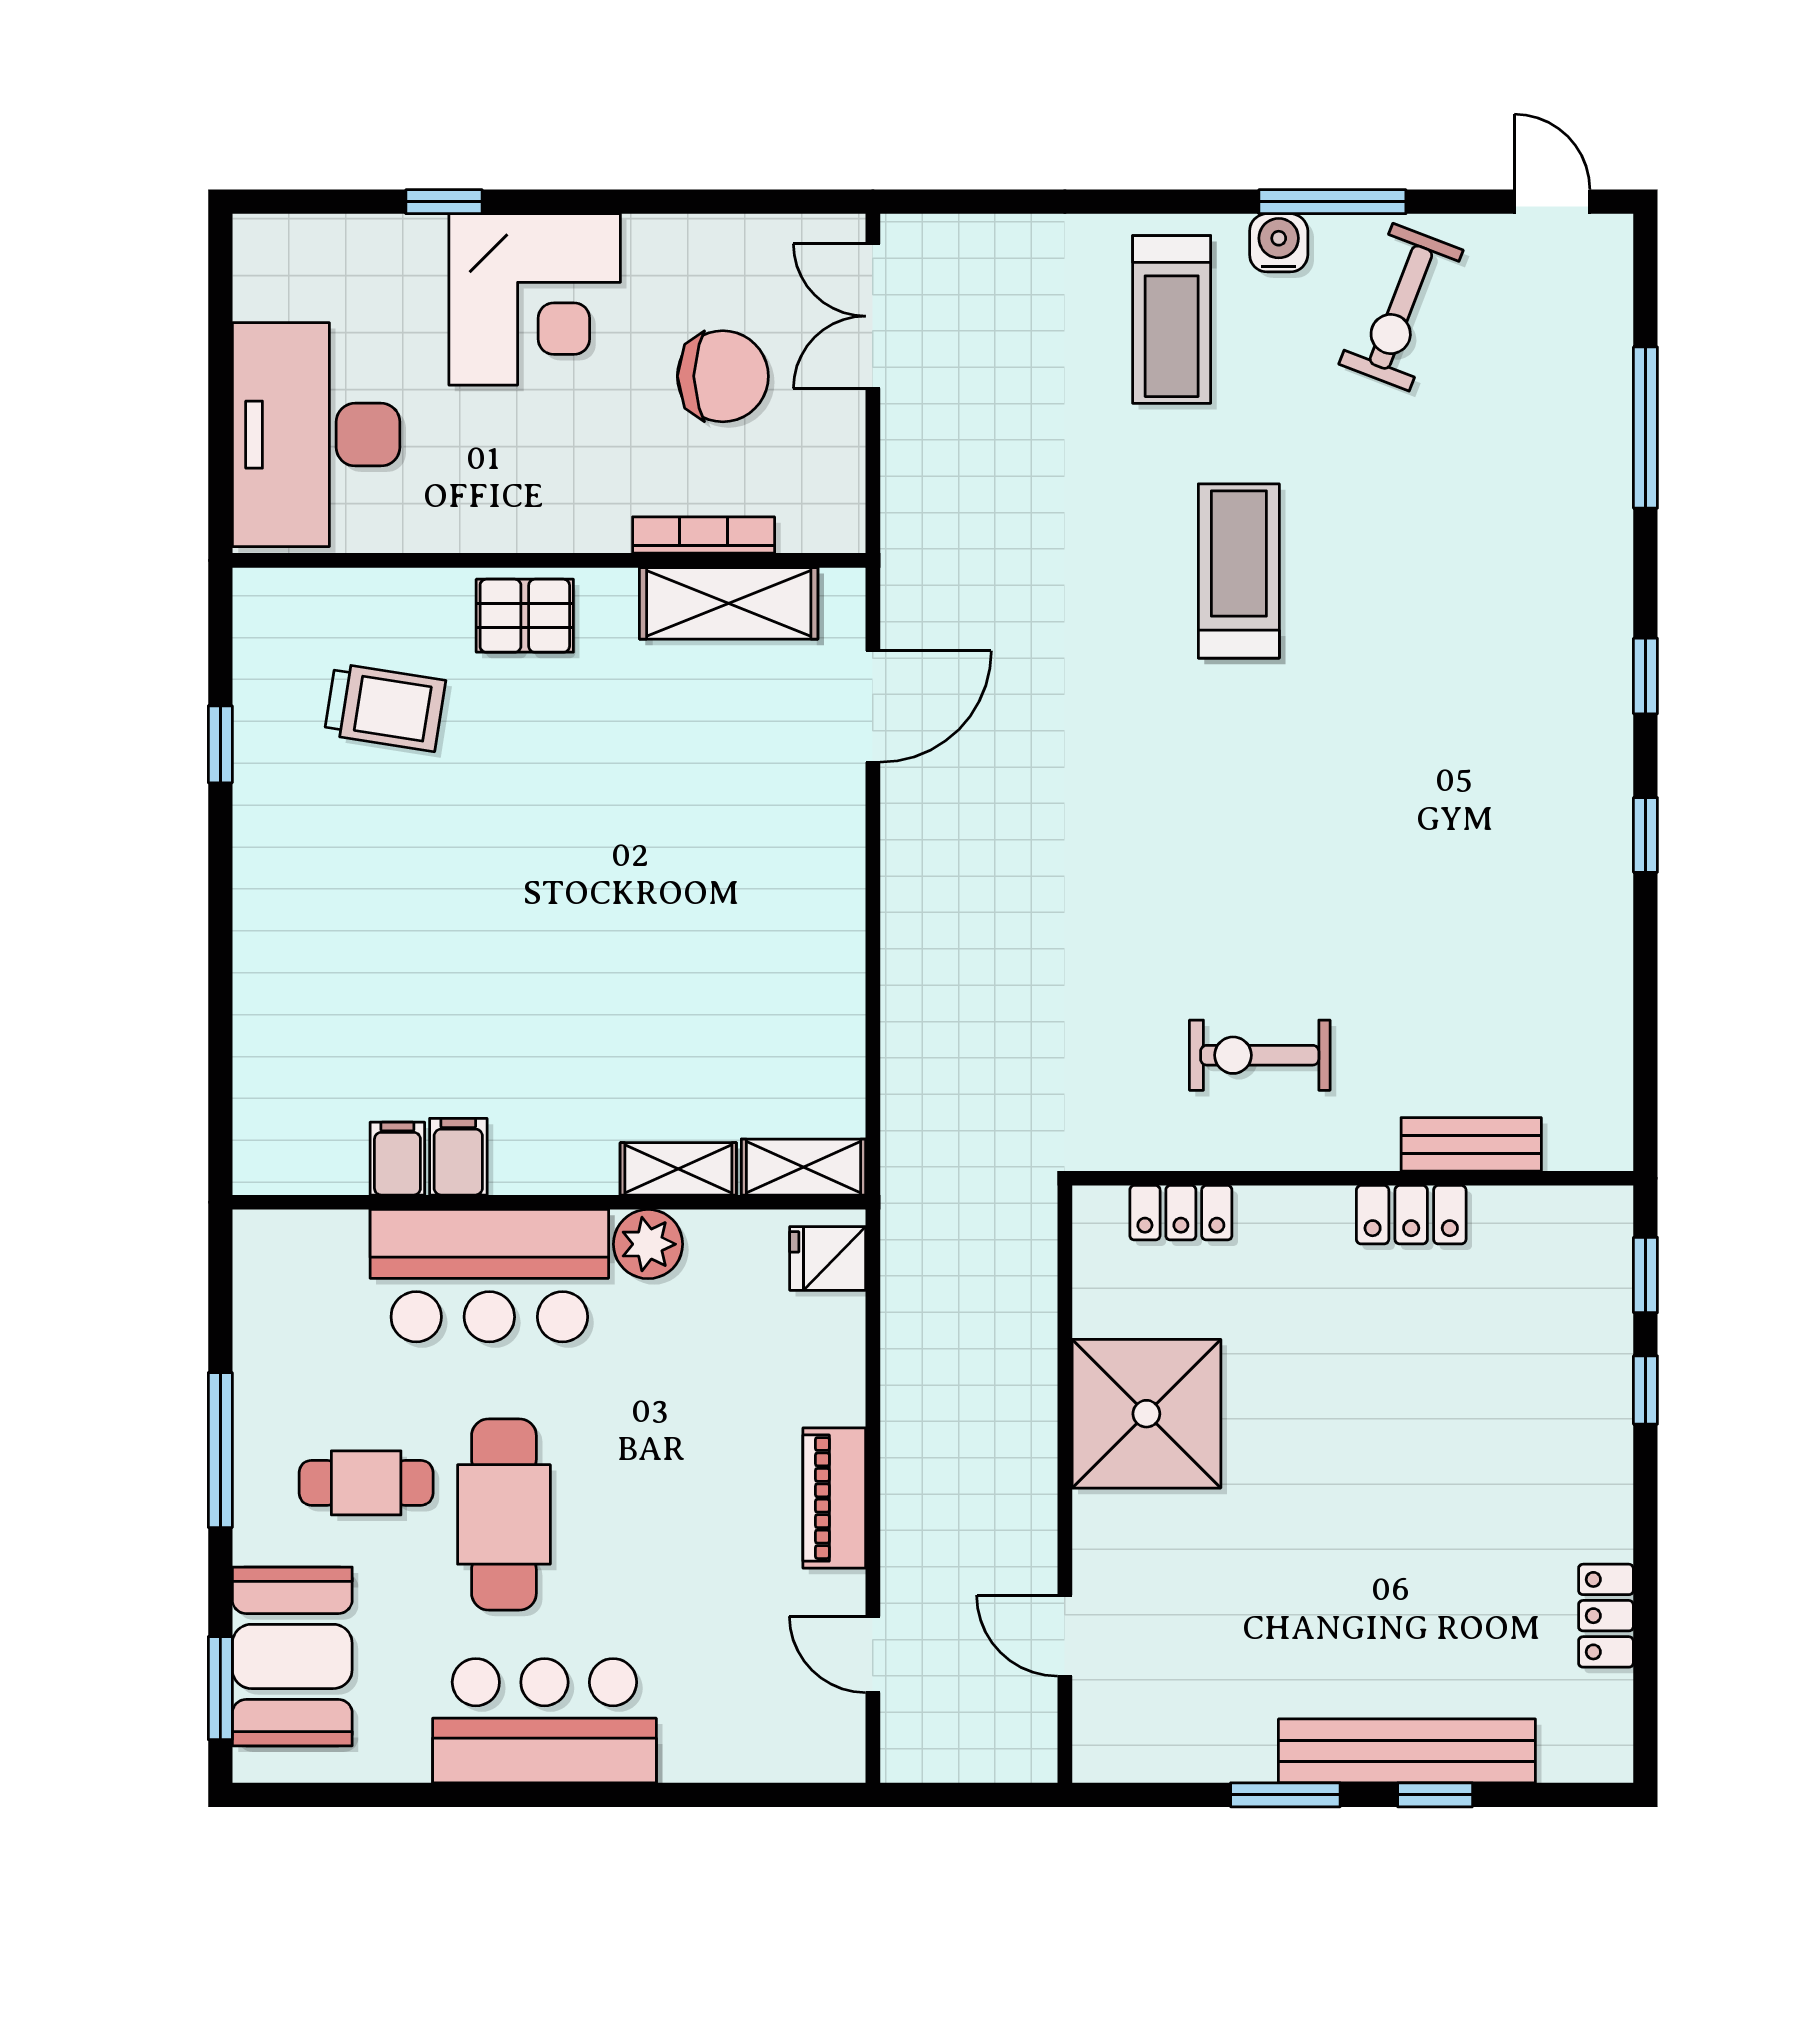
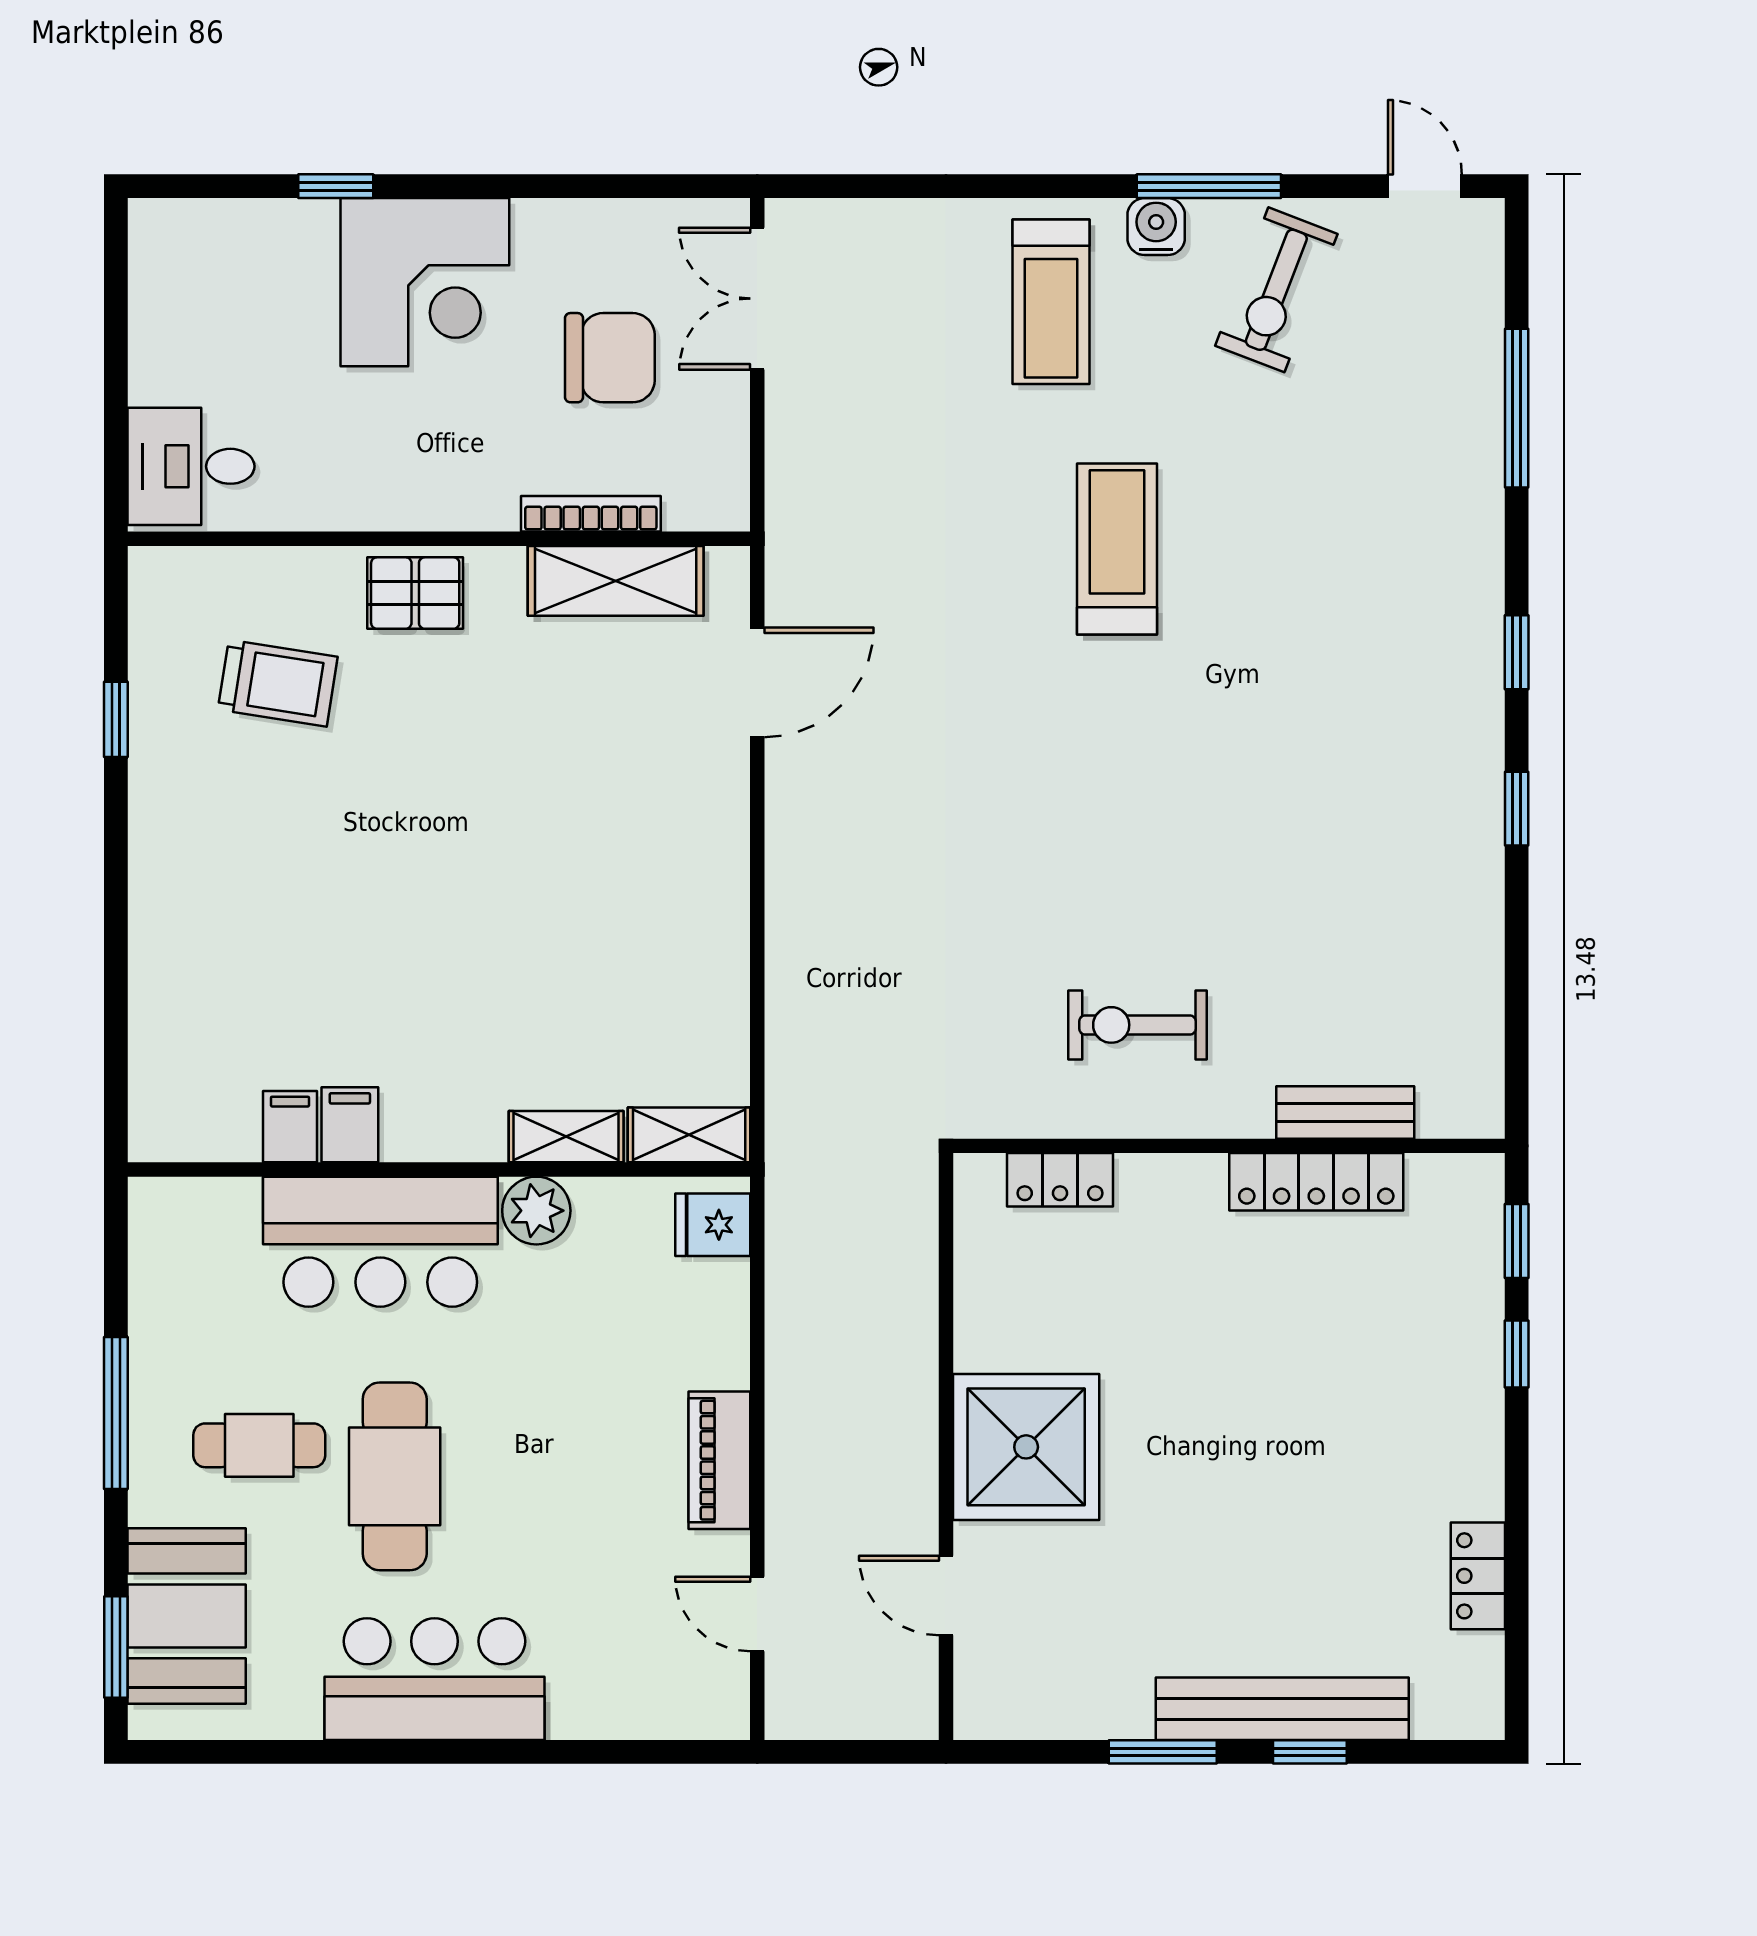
desk: (316, 435) -> (191, 466), width x0.53, depth x0.77
locker: (1411, 1215) -> (1316, 1182), width x1.53
shower: (1146, 1414) -> (1026, 1447), moved

